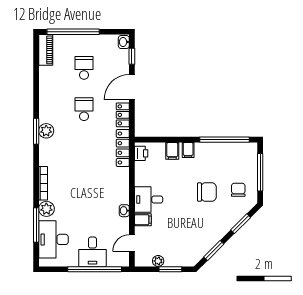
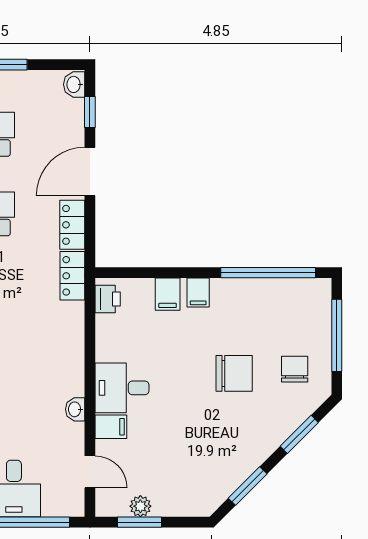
locker: (123, 148) -> (72, 276), width x0.66
door: (132, 243) -> (90, 472), swing flipped
window: (170, 269) -> (139, 522), moved

